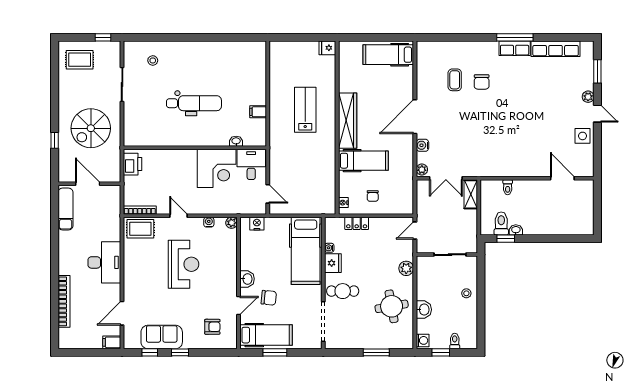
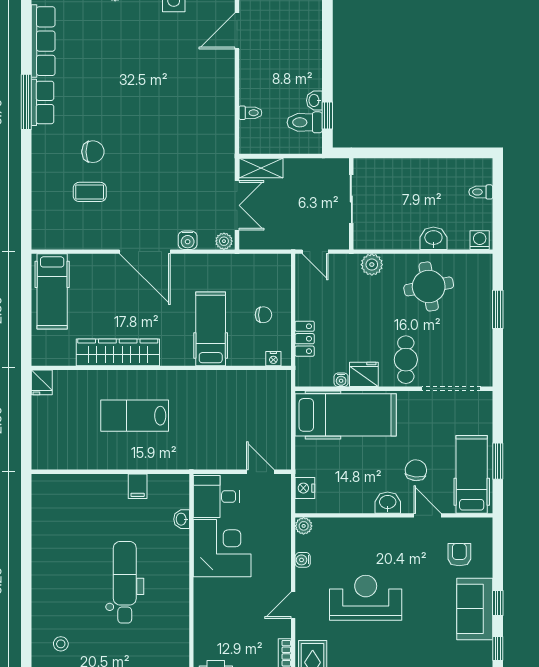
wardrobe: (348, 121) -> (118, 352), moved
door: (268, 194) -> (260, 472), hinge flipped
stool: (466, 293) -> (409, 174), removed
sofa: (162, 337) -> (475, 609), moved
window: (441, 352) -> (498, 213), removed

